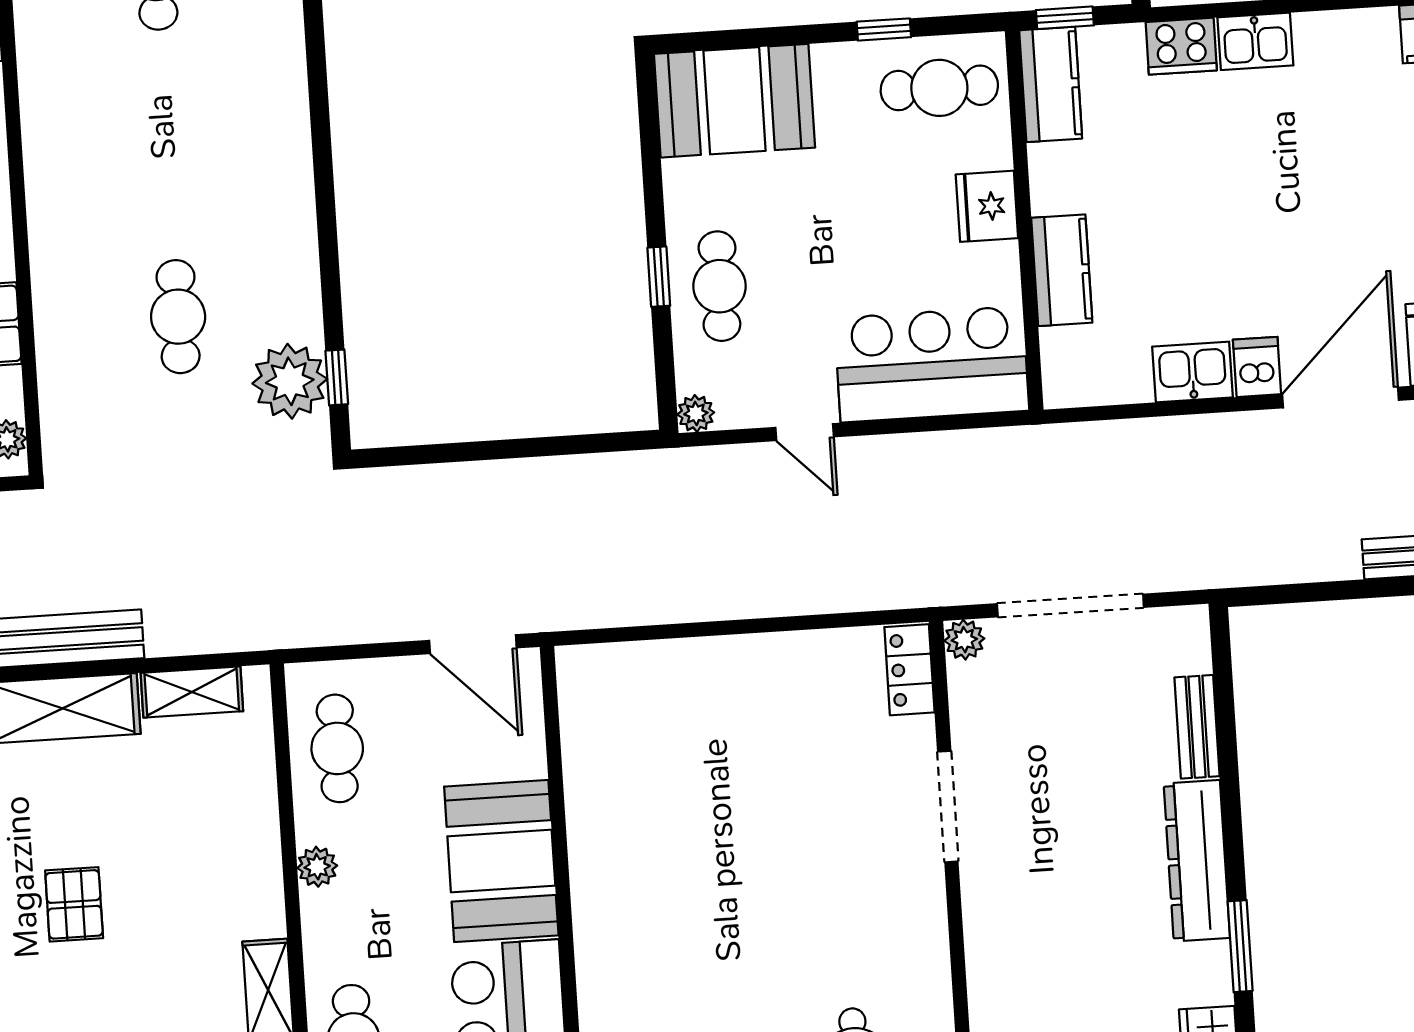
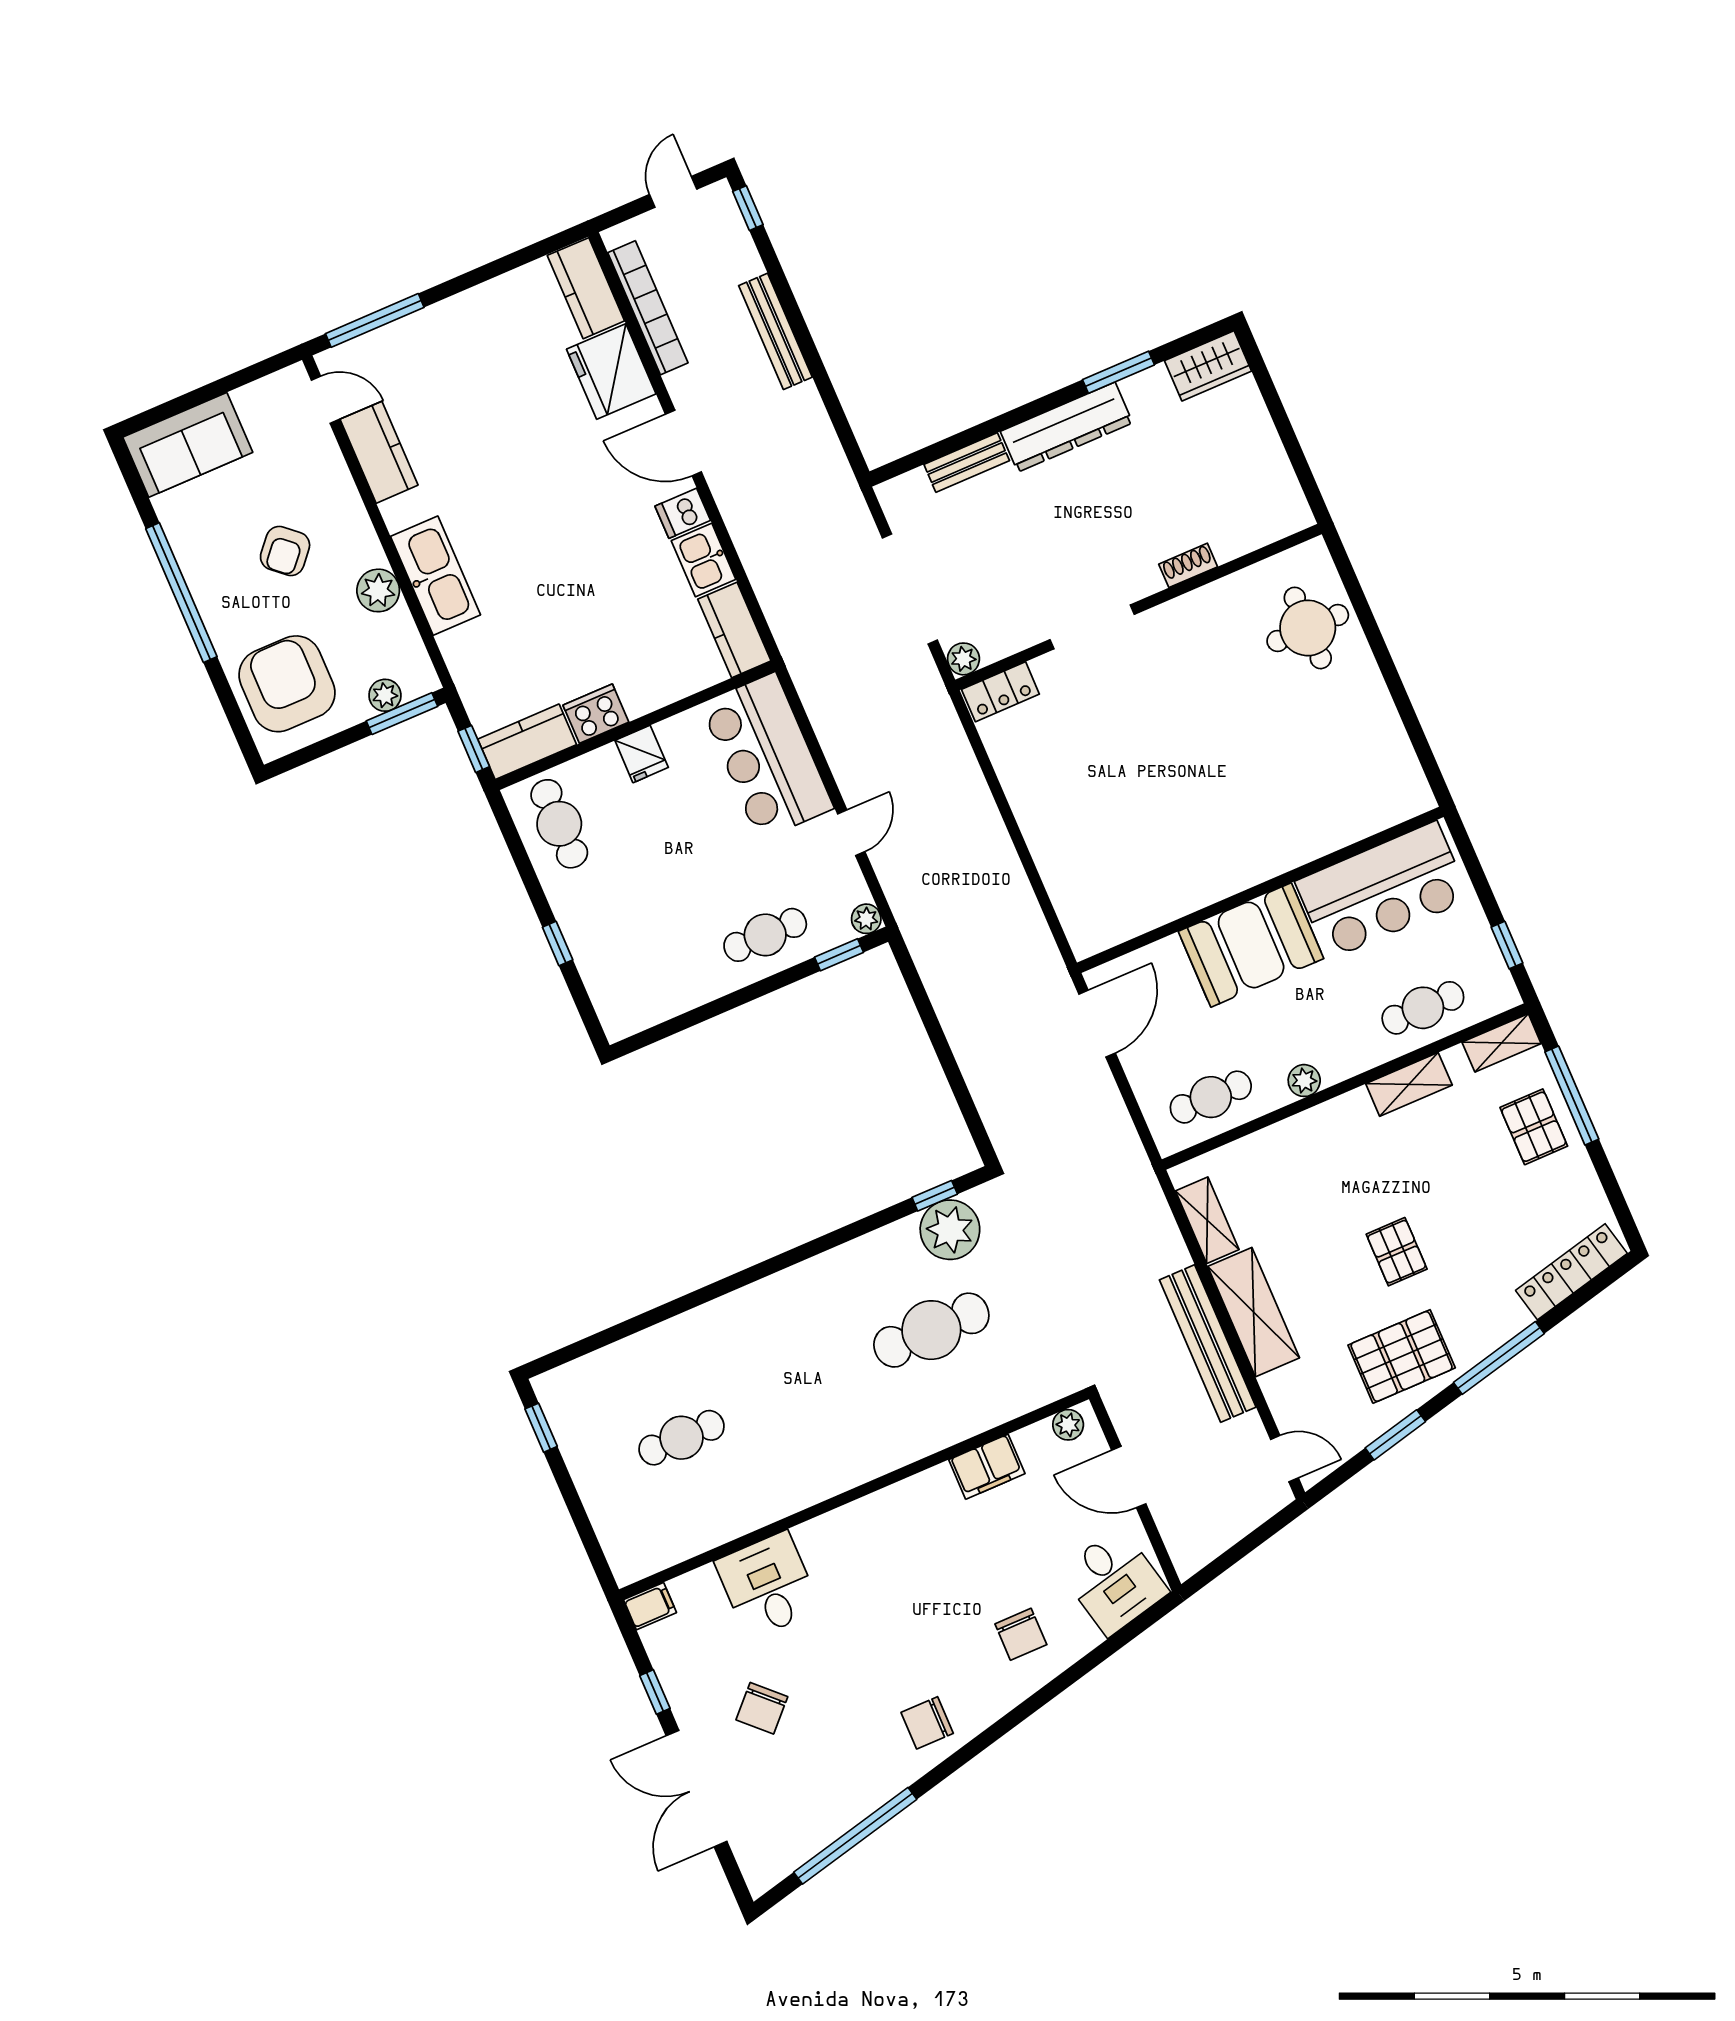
window: (884, 29) -> (558, 944), moved
kitchen sink: (1255, 41) -> (435, 576), width x1.88, depth x1.24
cooker: (1181, 46) -> (596, 714), moved, turned -90
booth: (735, 101) -> (623, 973), removed
fridge: (987, 206) -> (642, 754), width x0.72
kitchen counter: (1062, 270) -> (734, 630), moved, turned -90
window: (659, 277) -> (839, 955), moved
cafe table: (178, 317) -> (931, 1330), width x1.37, depth x1.35
door: (1340, 398) -> (683, 443), width x0.73
pallet: (74, 904) -> (1397, 1252), turned 90
shoe rack: (980, 947) -> (1188, 565), added

